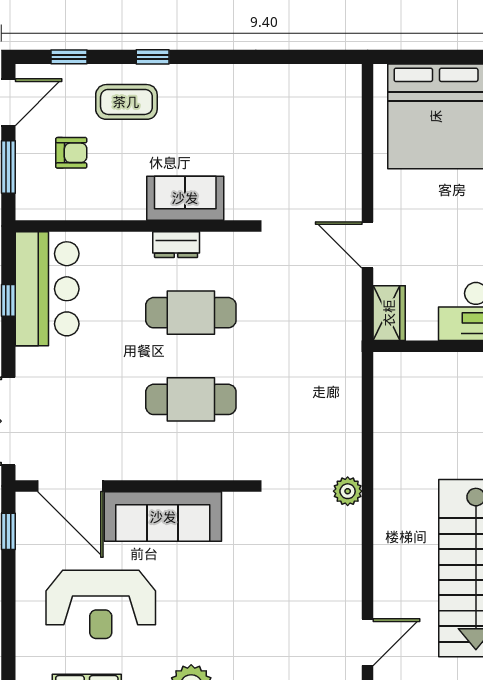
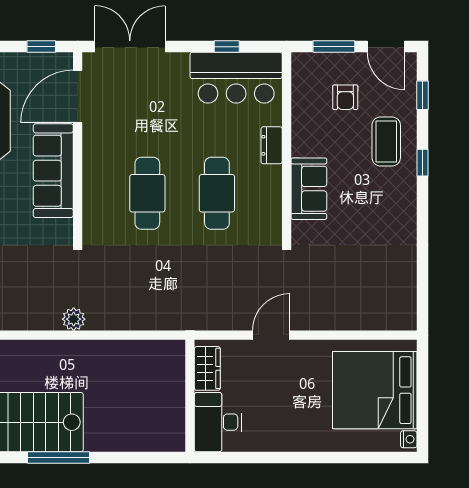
dresser: (176, 245) -> (272, 145), moved
wardrobe: (389, 313) -> (207, 368), moved, turned -90

